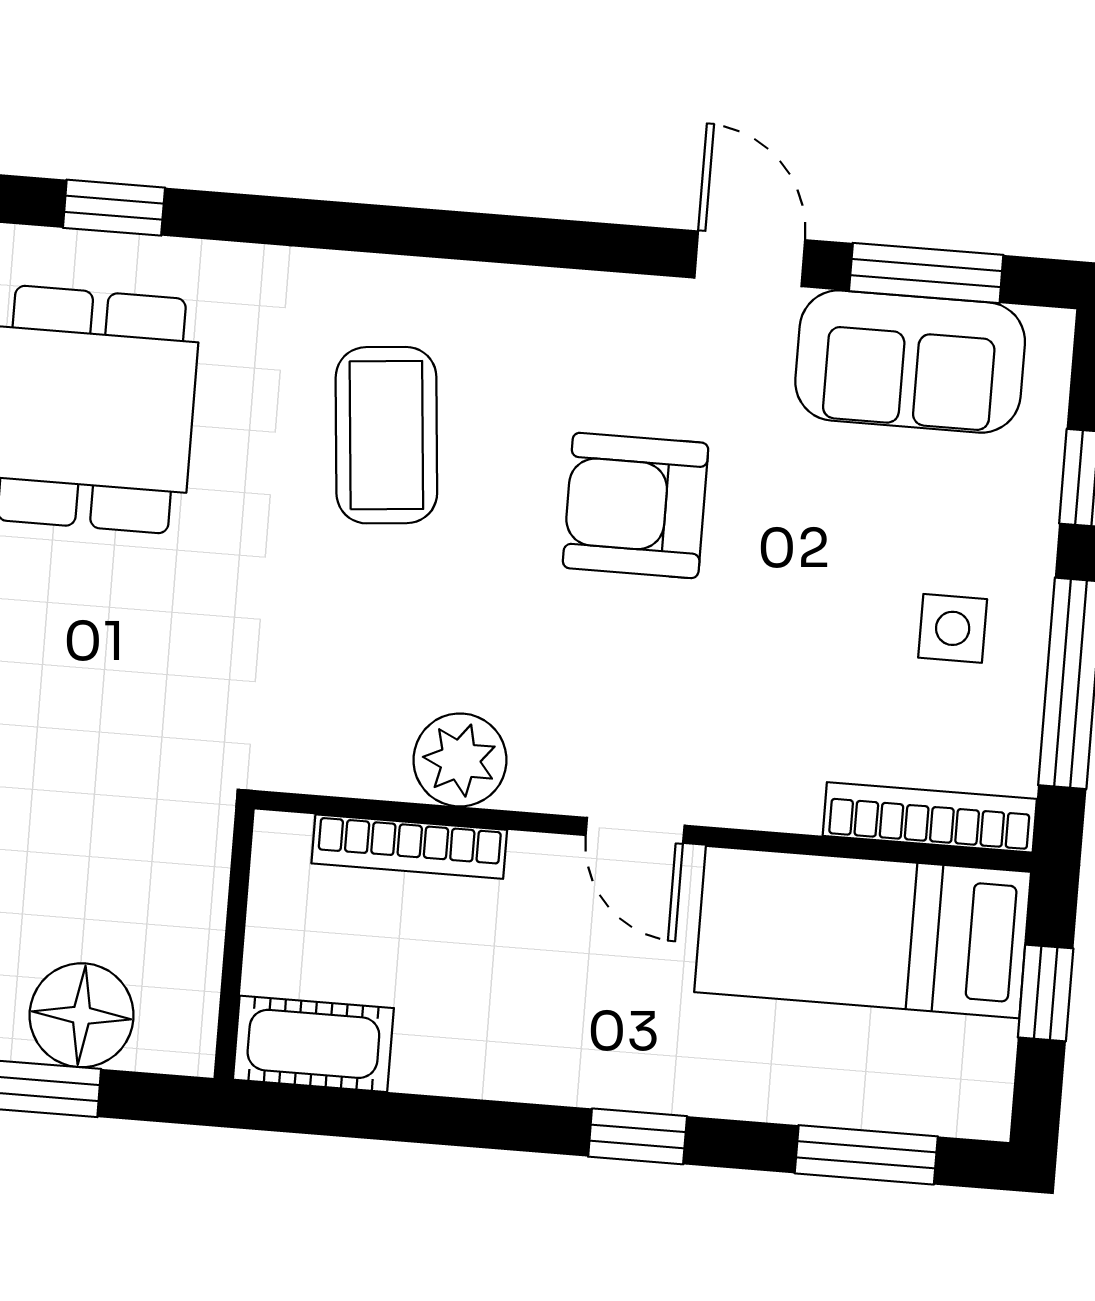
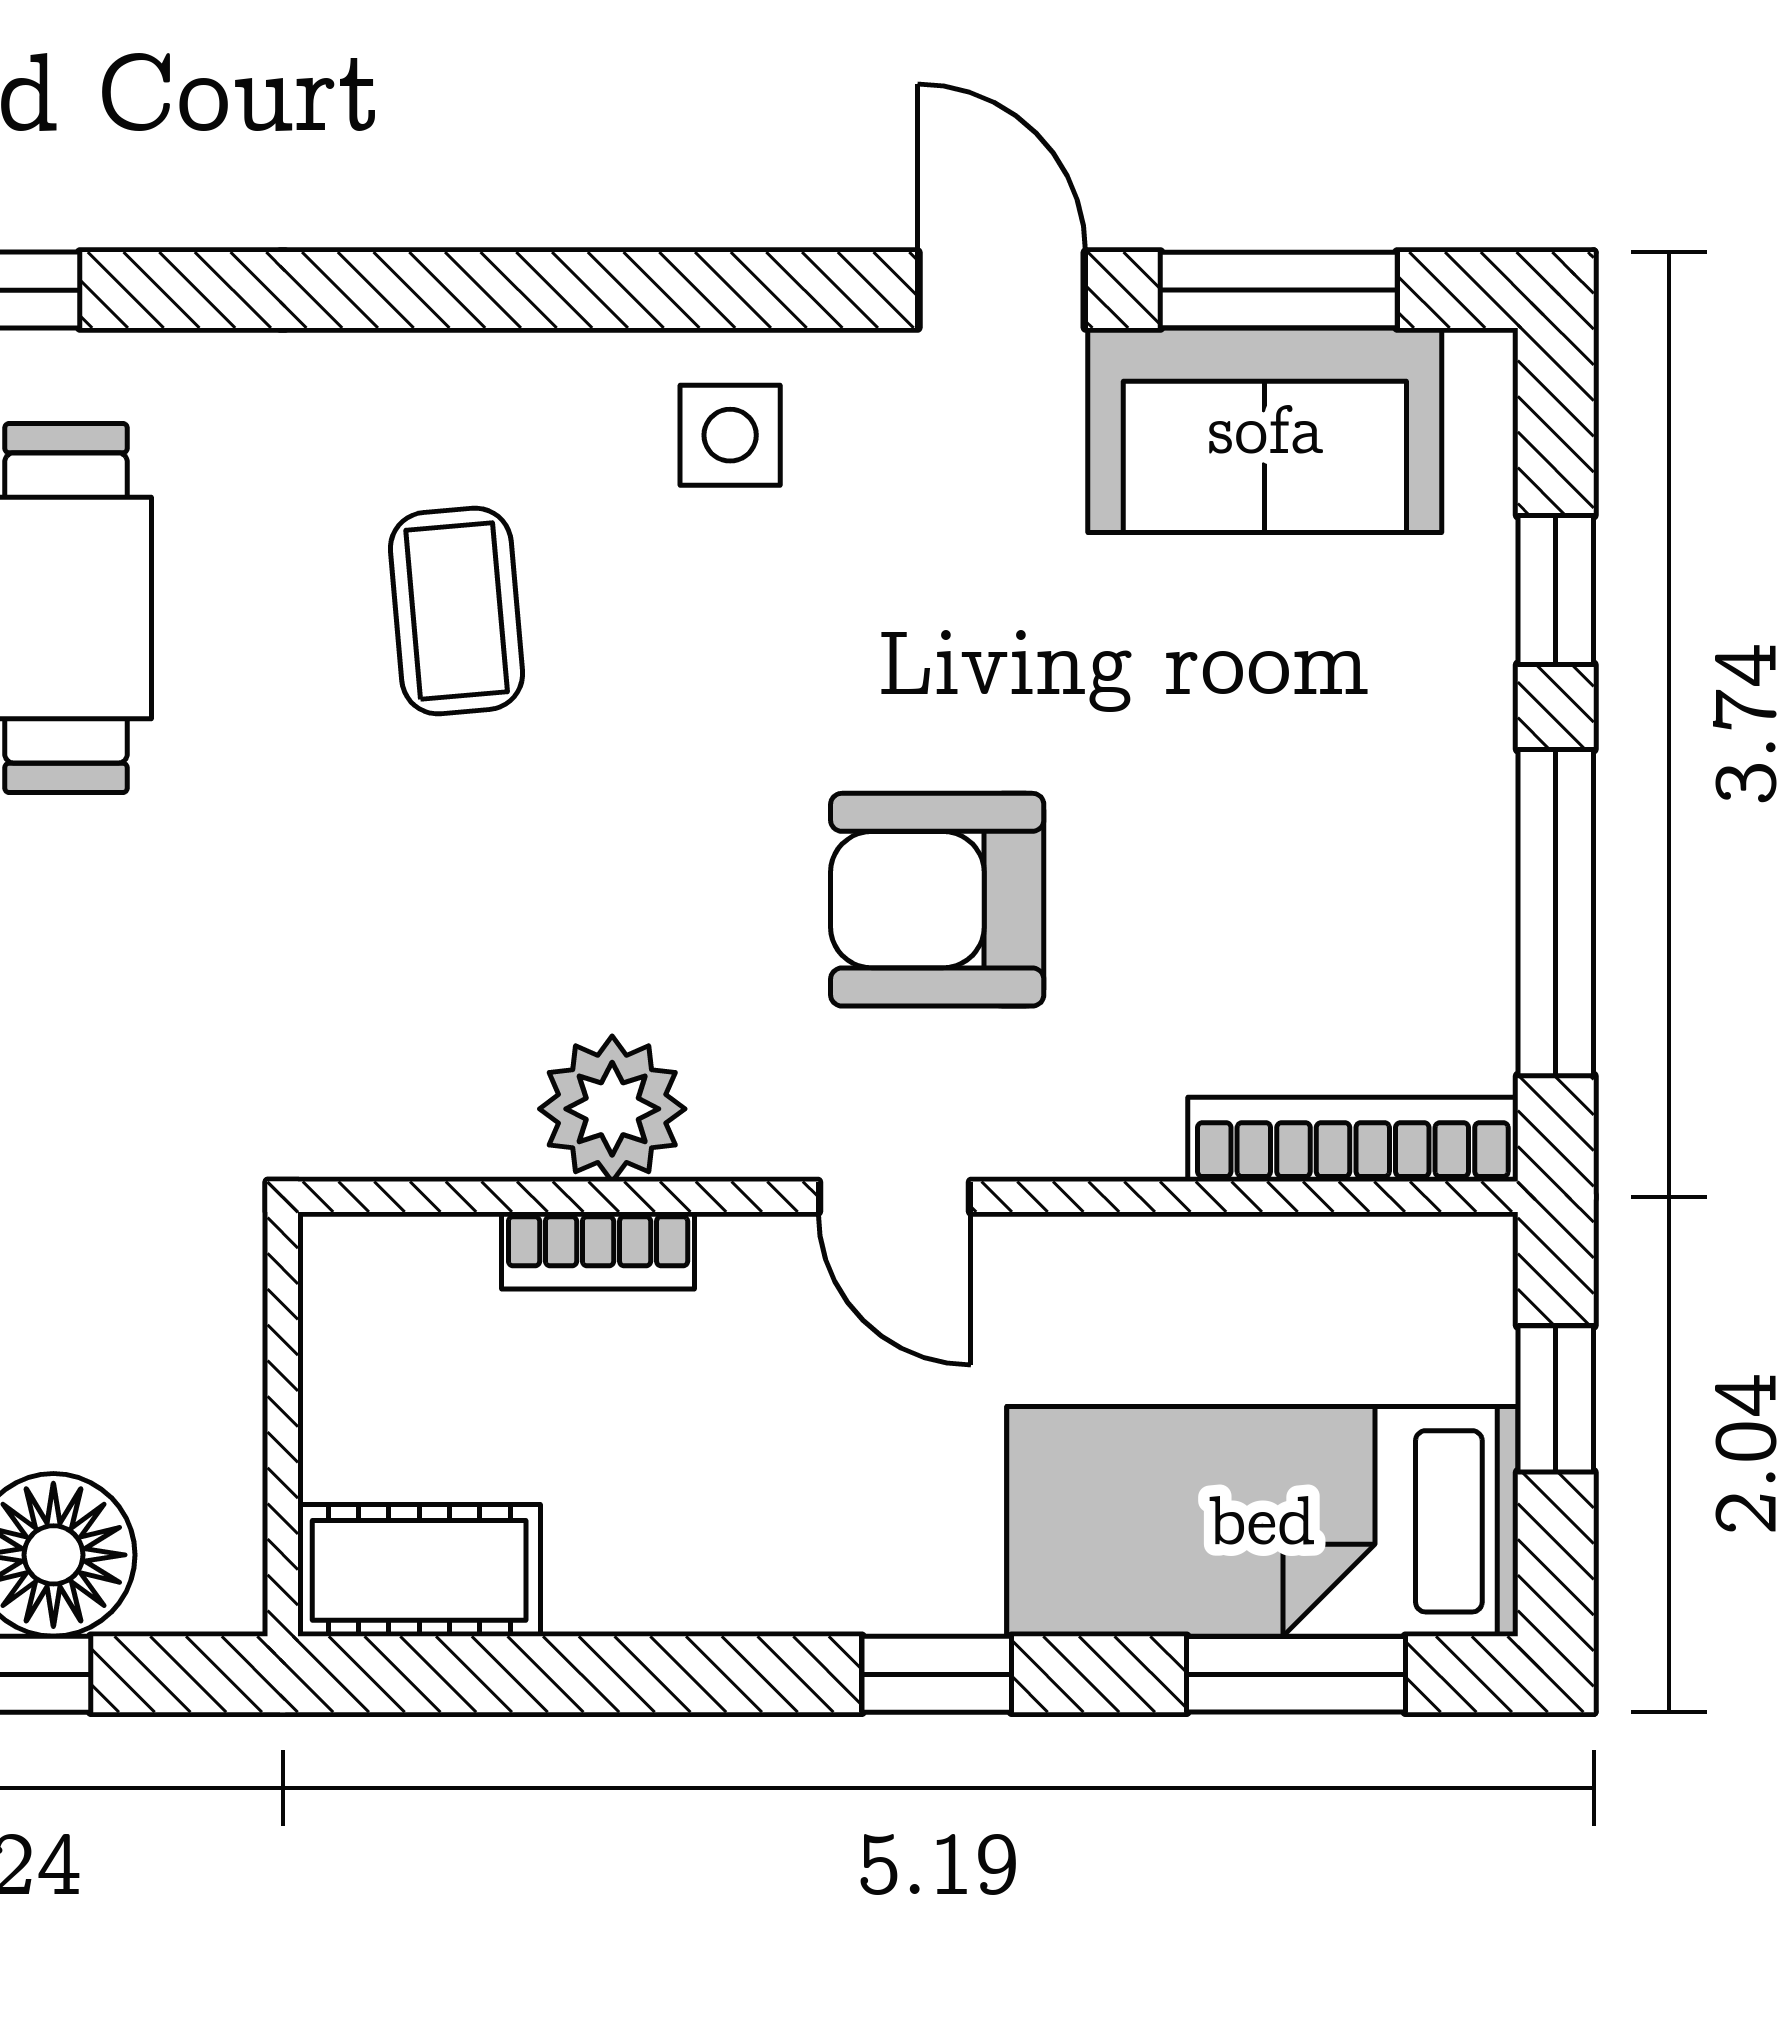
coffee table: (386, 435) -> (457, 611), width x0.73, depth x0.77
armchair: (636, 505) -> (937, 900), moved
side table: (953, 628) -> (730, 435), moved
bookcase: (409, 847) -> (598, 1251), width x0.64
bed: (863, 932) -> (1262, 1521), moved

